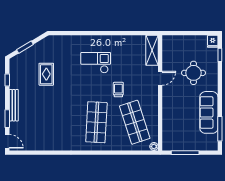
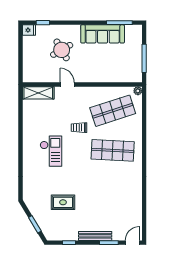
checkout: (96, 63) -> (51, 151), turned 180
round table: (193, 73) -> (62, 50), turned -30

